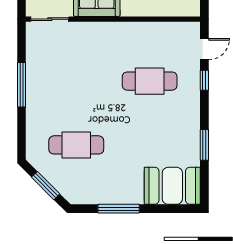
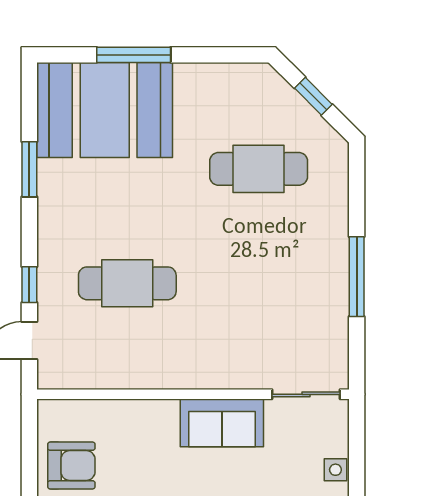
window: (46, 186) -> (313, 96), width x0.67
booth: (172, 186) -> (105, 110), width x1.36, depth x1.42
window: (119, 209) -> (134, 55), moved

